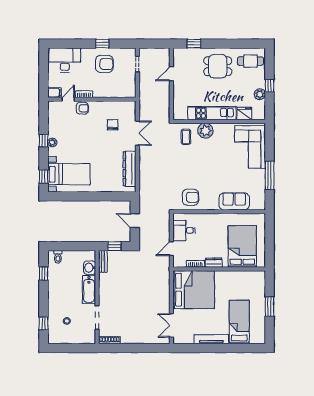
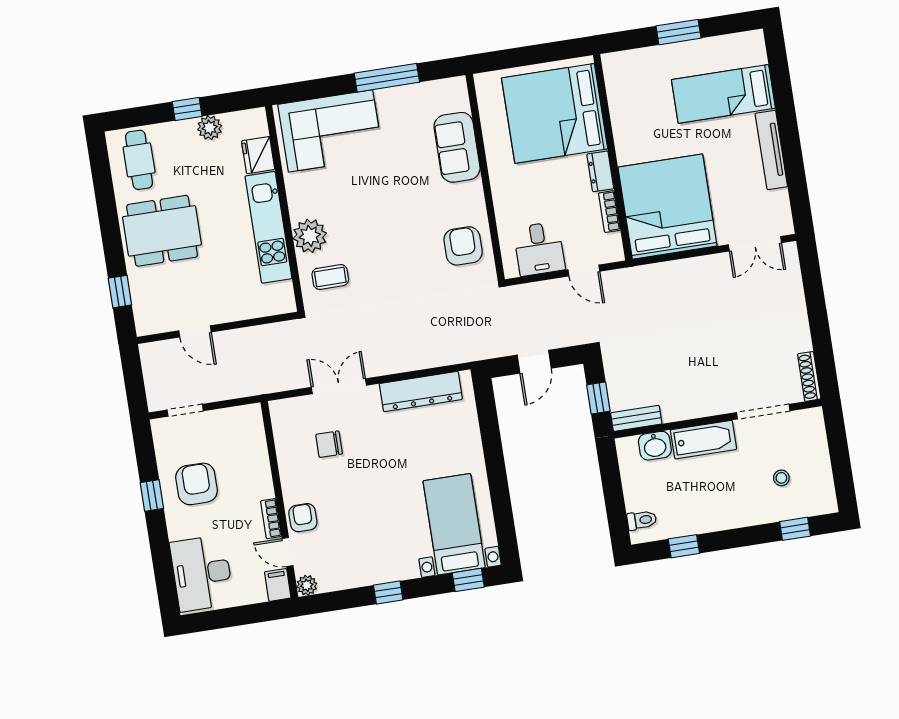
dining table: (218, 66) -> (162, 231), width x1.38
plant: (52, 142) -> (307, 585), moved
bed: (242, 247) -> (555, 113), width x1.36

